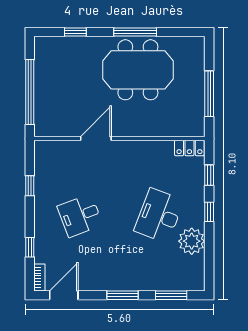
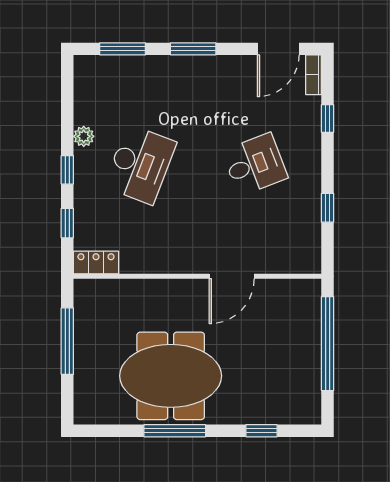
plant: (192, 241) -> (84, 136), width x0.53, depth x0.53

